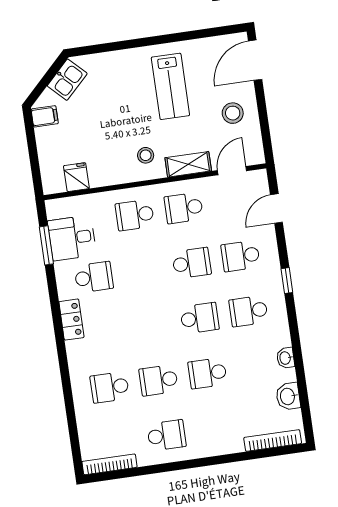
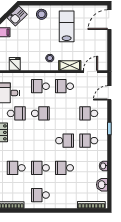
lab bench: (170, 86) -> (67, 26), turned 180
stool: (233, 113) -> (42, 14), moved
school desk: (192, 263) -> (40, 113), moved
school desk: (166, 435) -> (40, 195), turned 180

